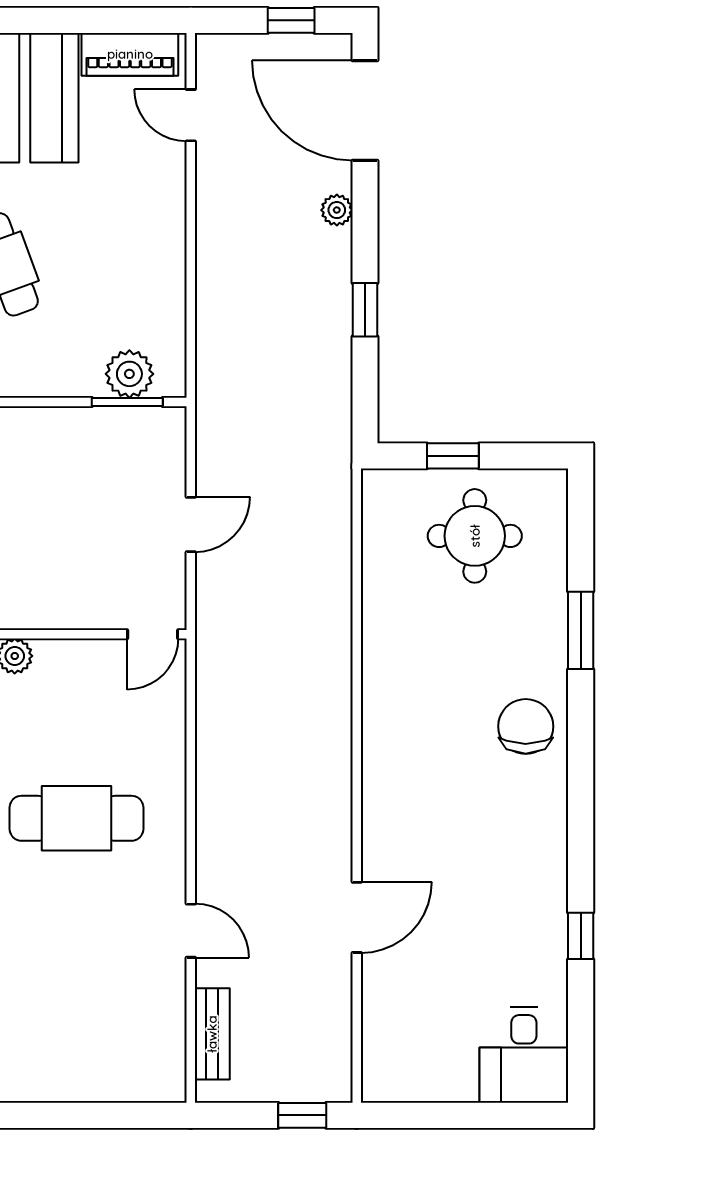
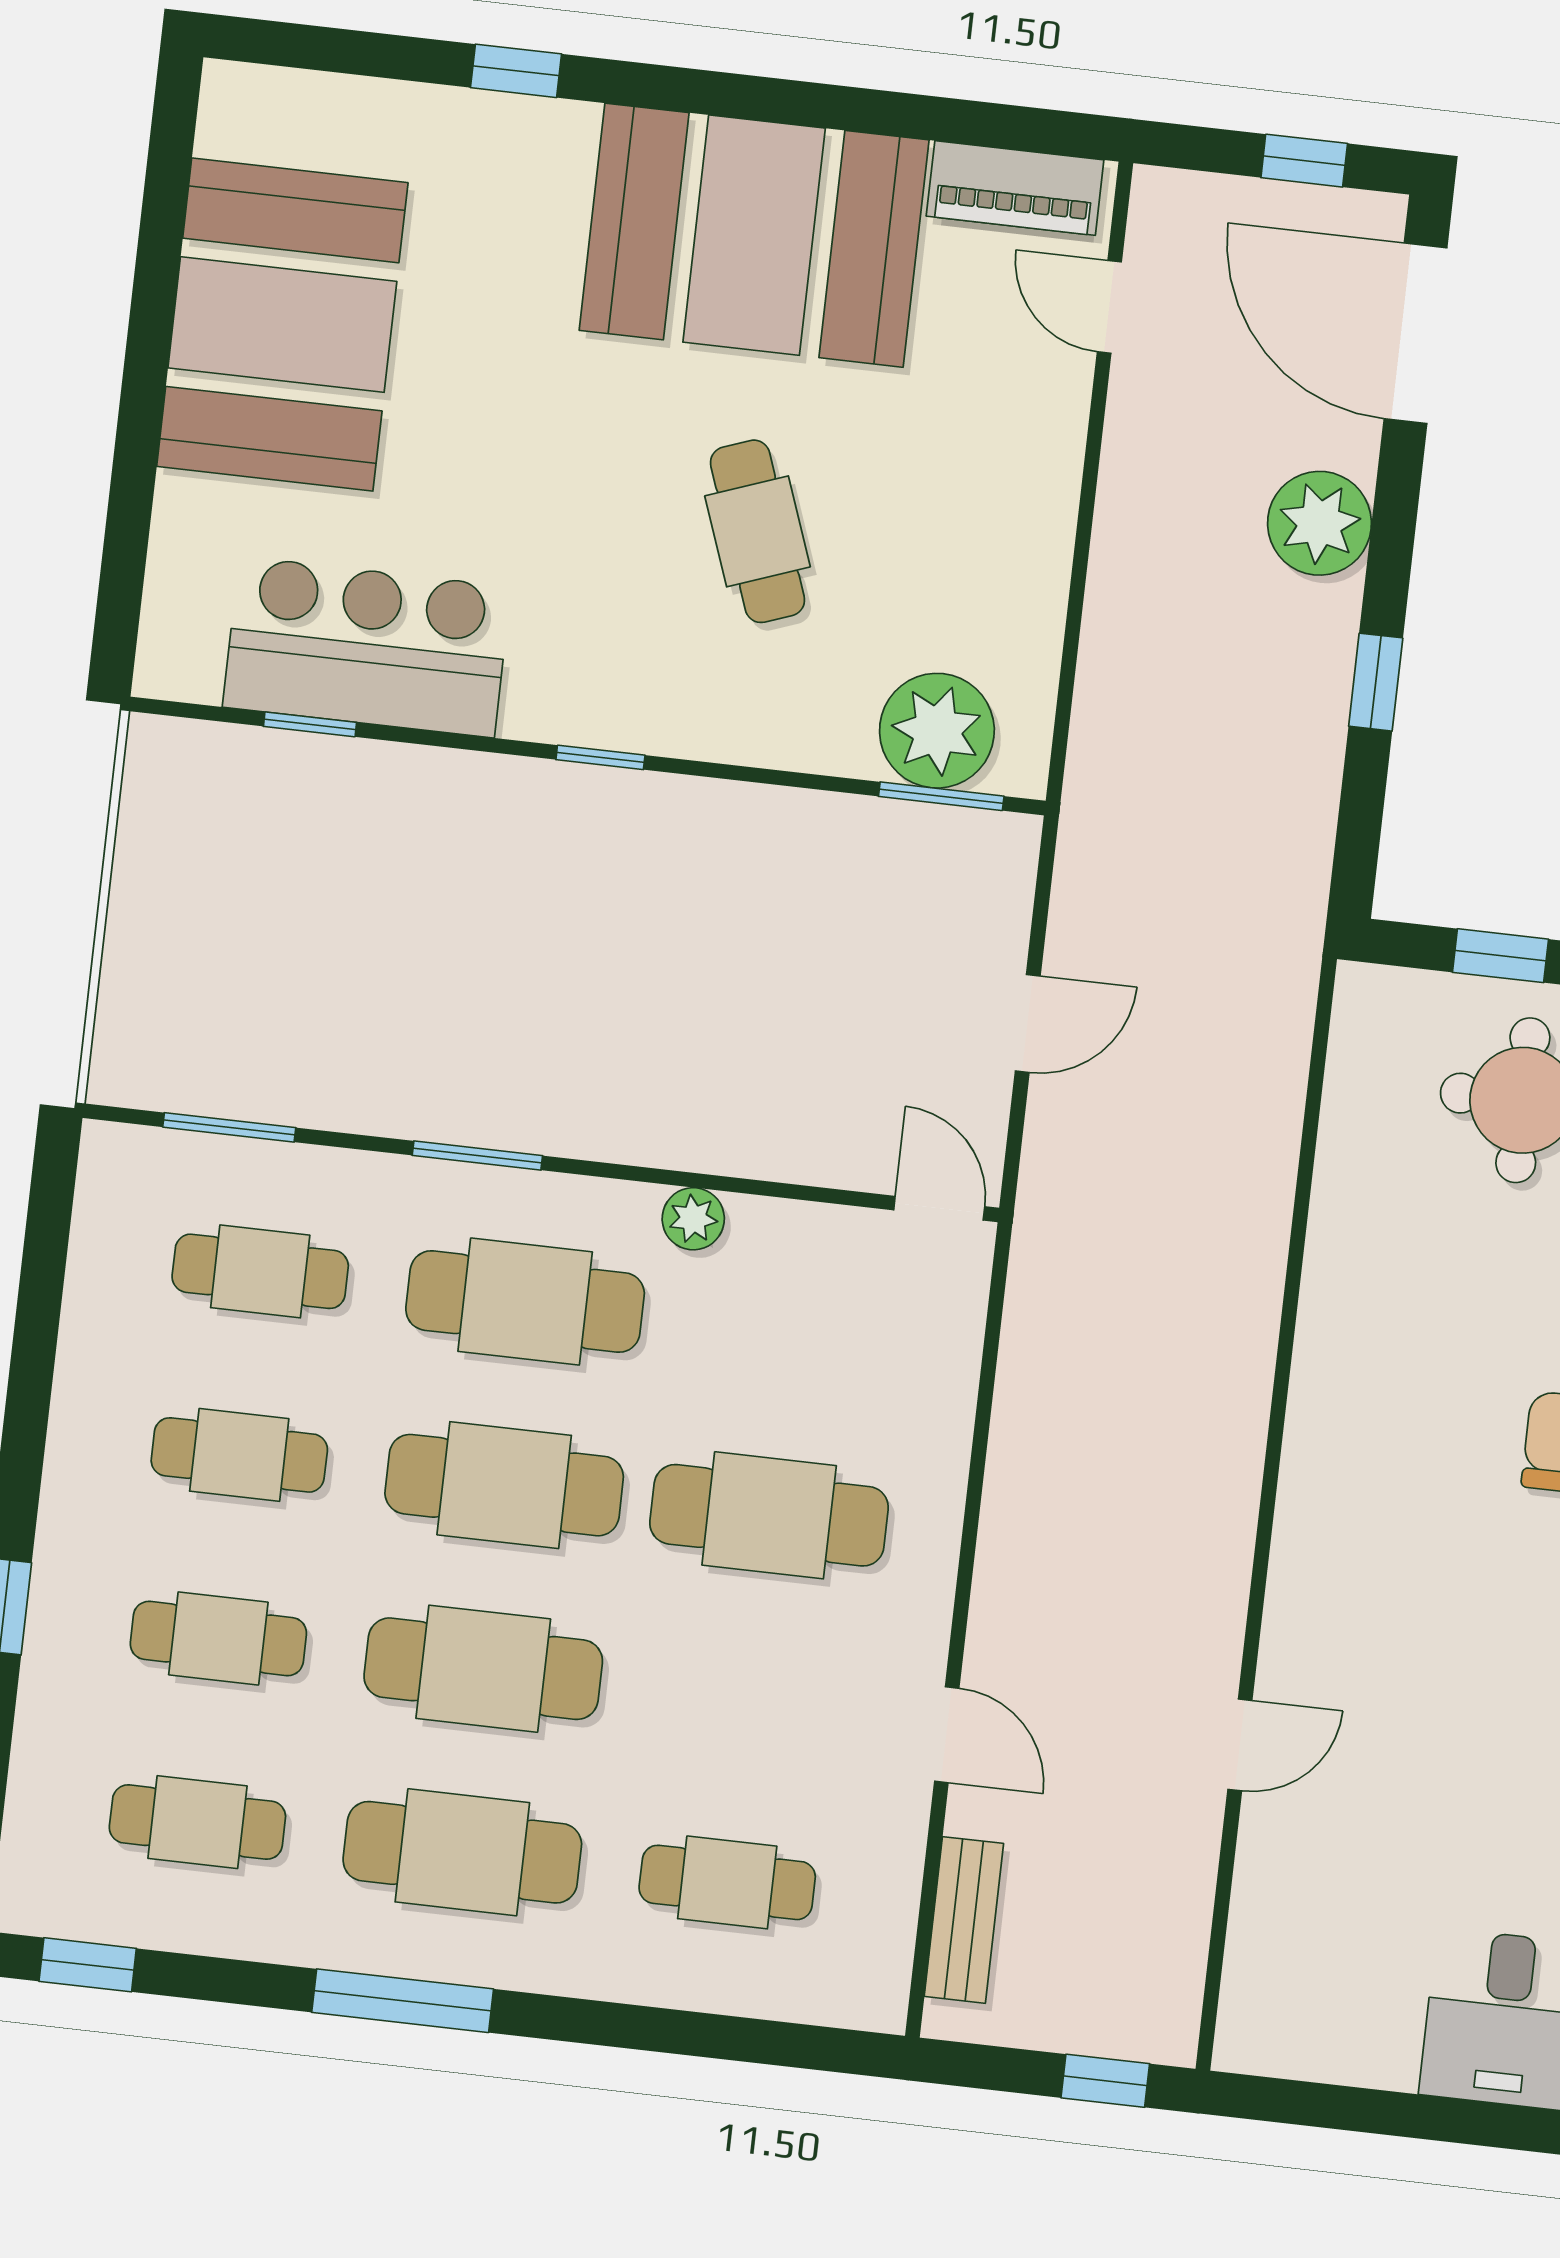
plant: (337, 210) -> (1319, 523), width x1.87, depth x1.87
plant: (129, 374) -> (937, 731), width x1.36, depth x1.36
door: (153, 634) -> (939, 1208), swing flipped
door: (357, 917) -> (1240, 1745), width x0.73
cafe table: (77, 1028) -> (727, 1882), added

